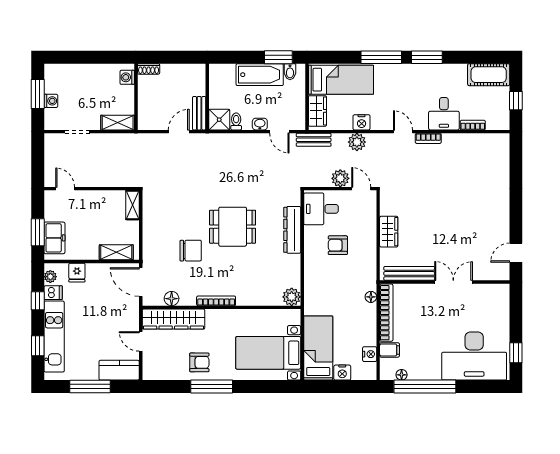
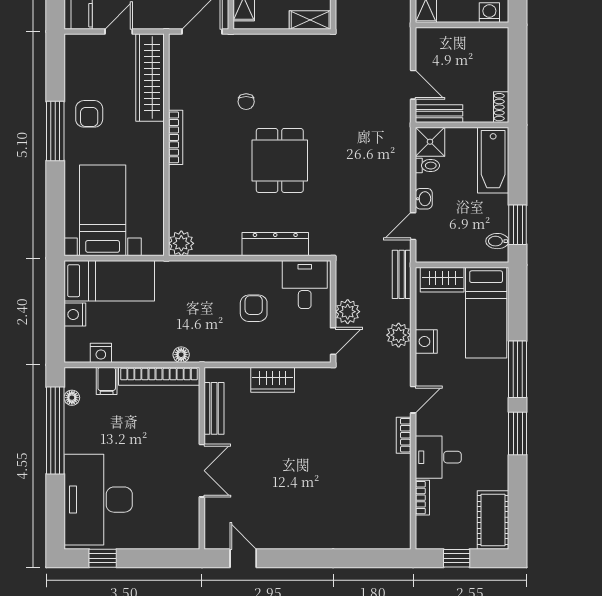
shoe rack: (149, 69) -> (501, 107), moved
bathtub: (260, 75) -> (493, 160), moved
chair: (191, 251) -> (246, 102), width x0.54, depth x0.54
bench: (409, 273) -> (214, 408), width x0.73
floor lamp: (172, 299) -> (179, 75), removed

